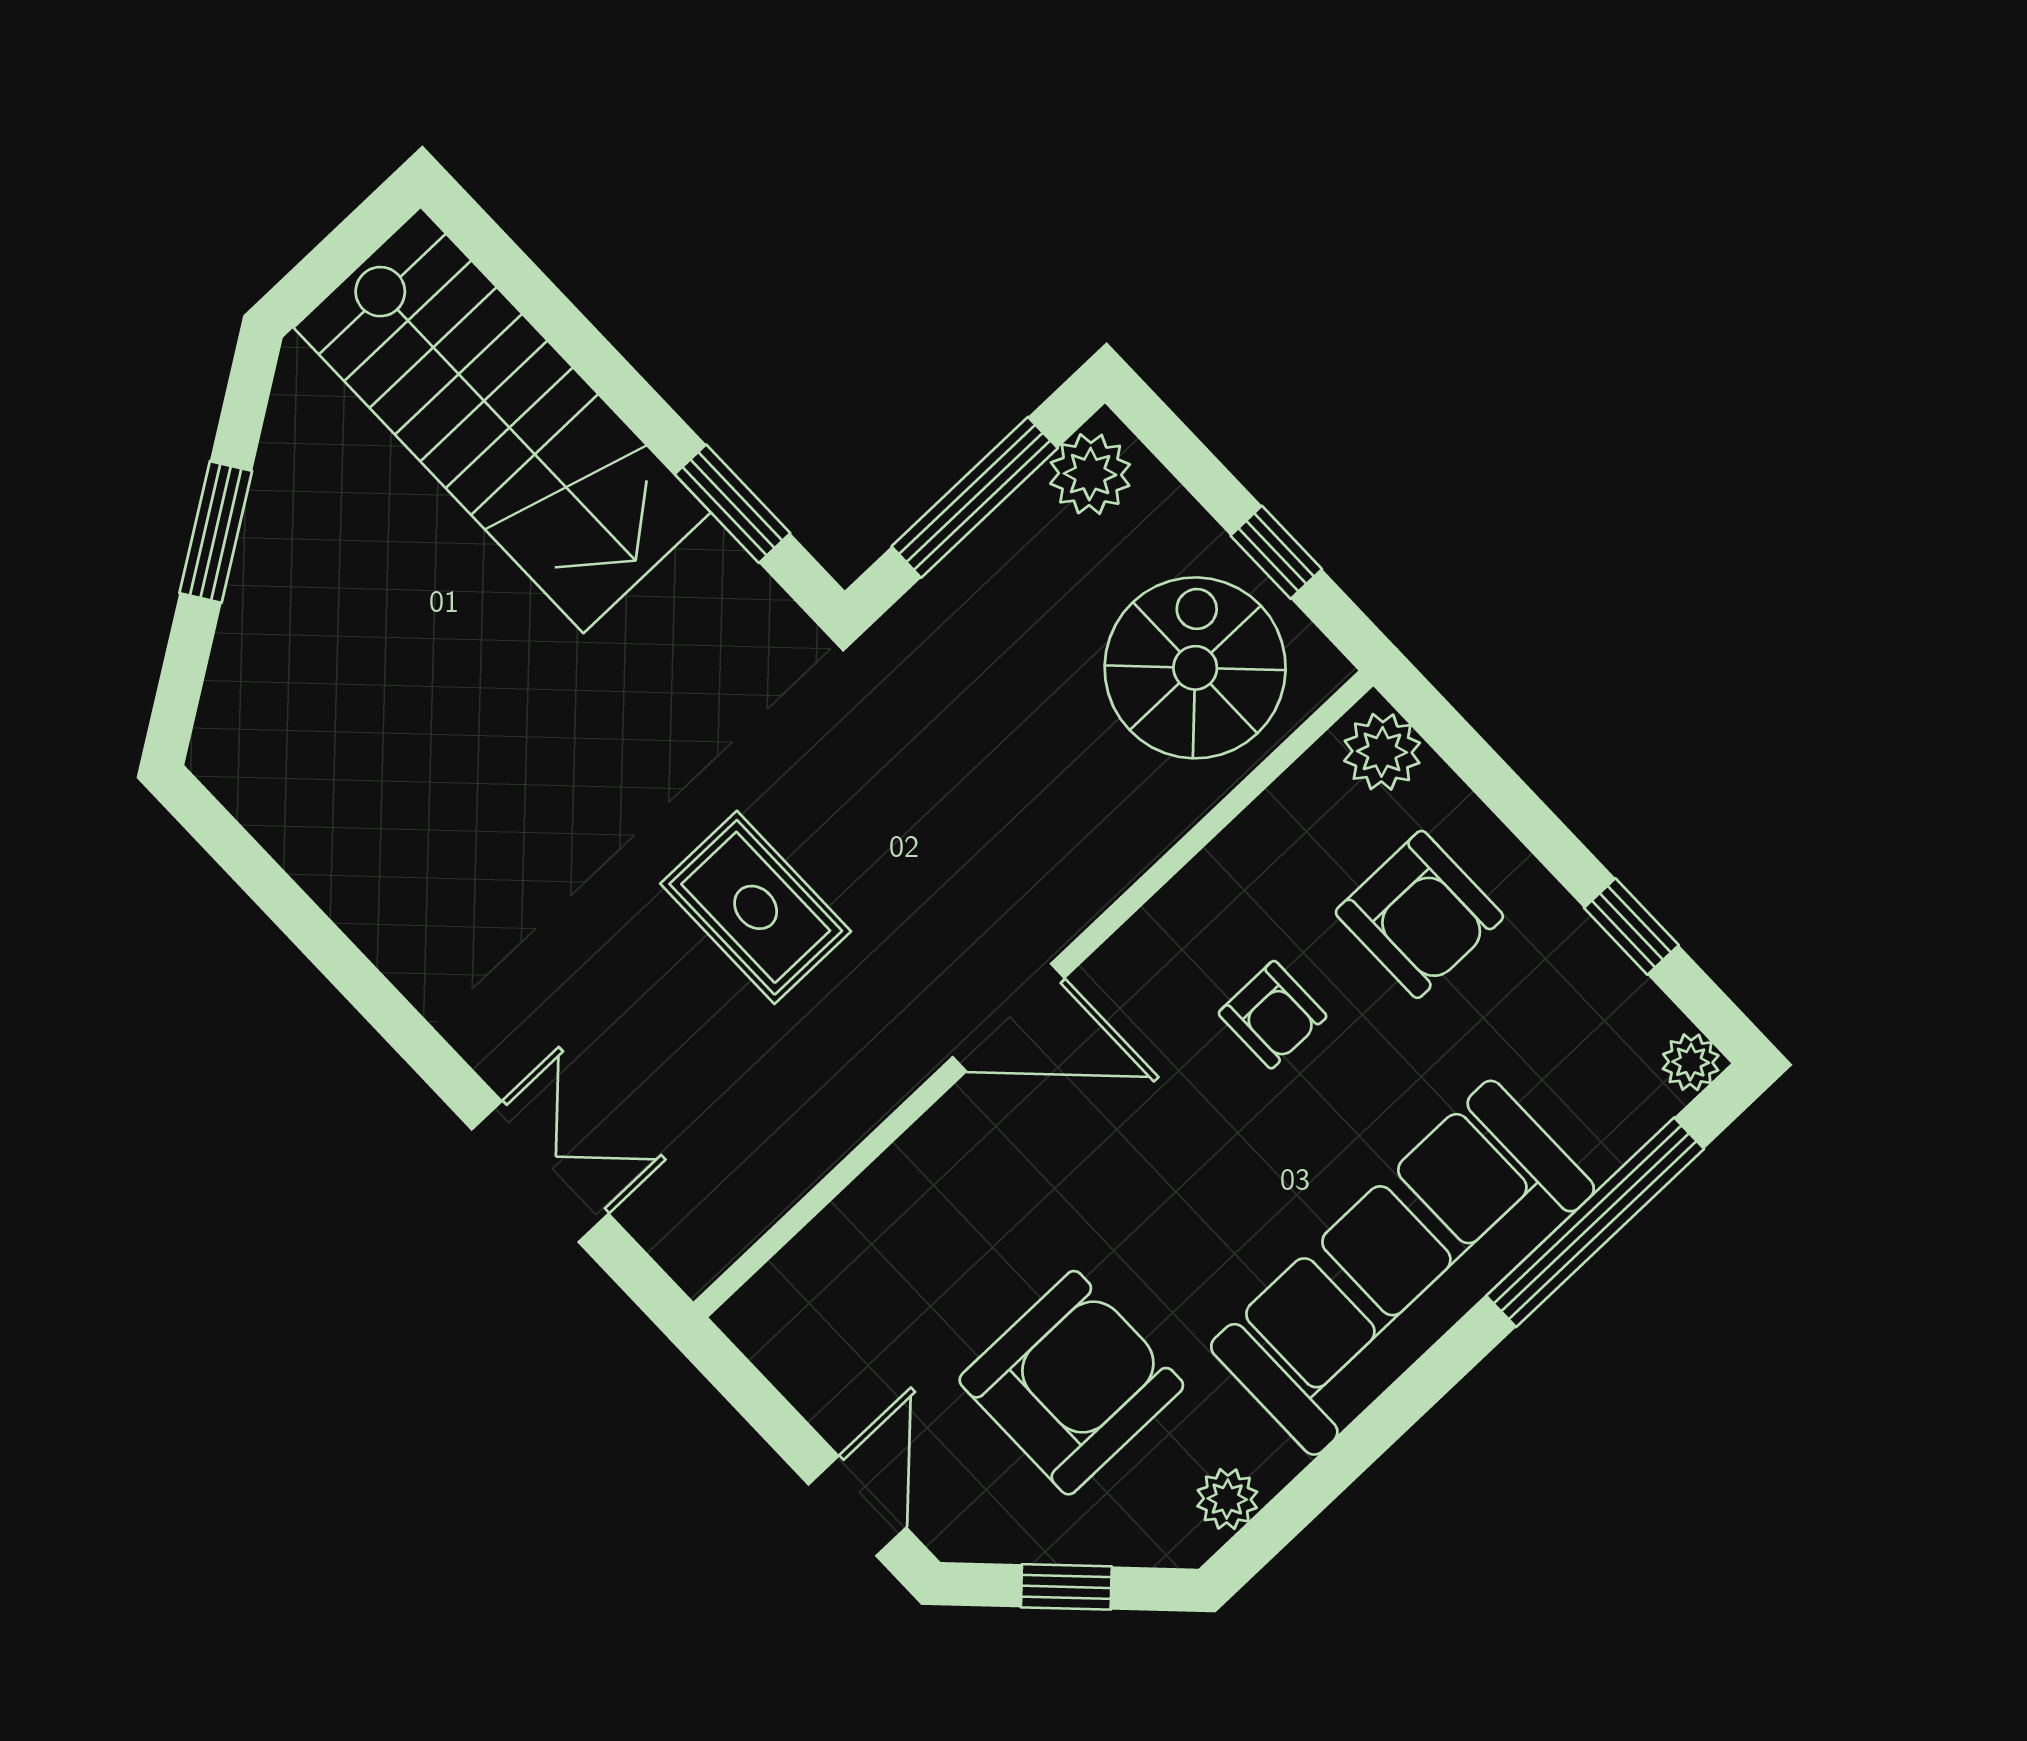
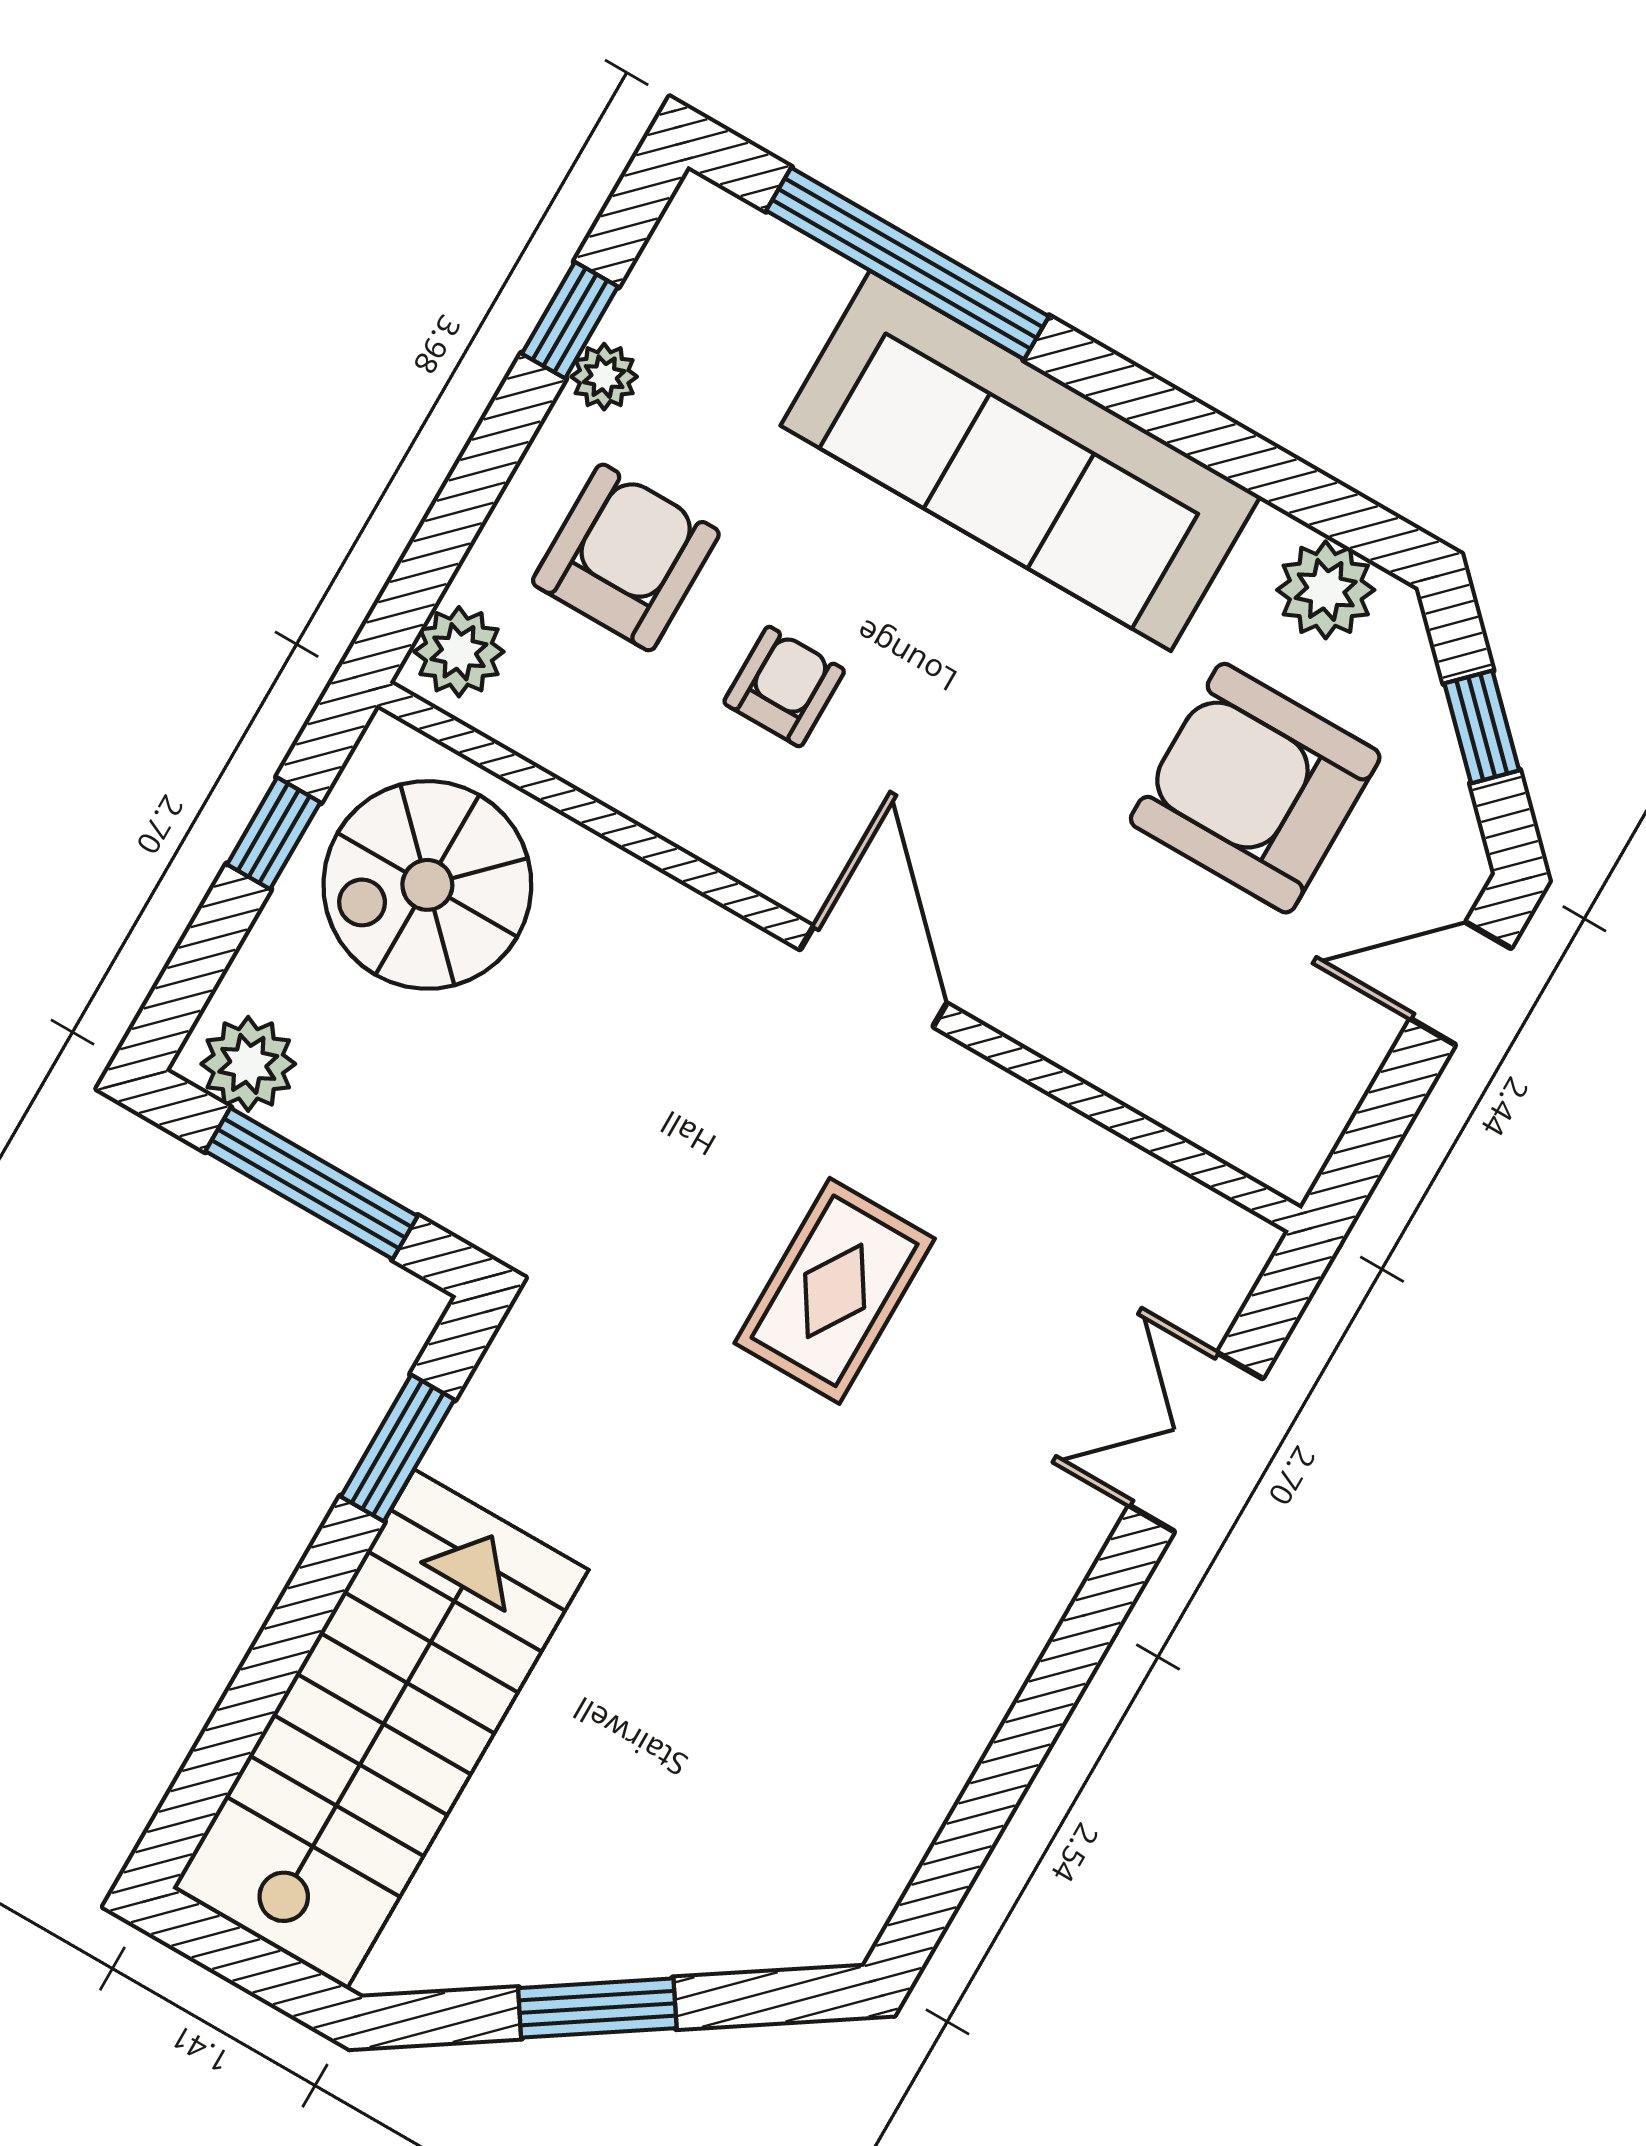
plant: (1691, 1062) -> (604, 377), moved
plant: (1227, 1499) -> (1326, 590), width x1.38, depth x1.38

